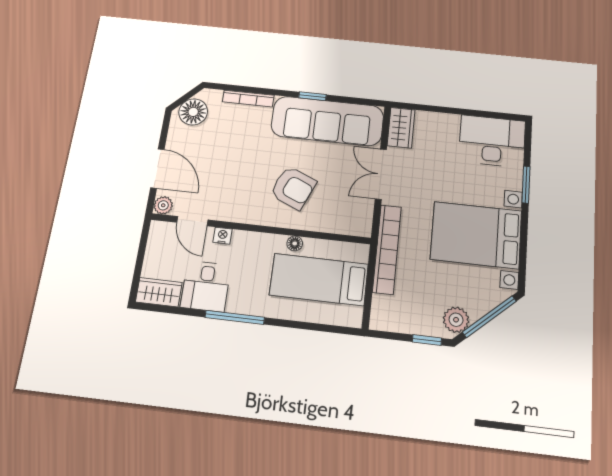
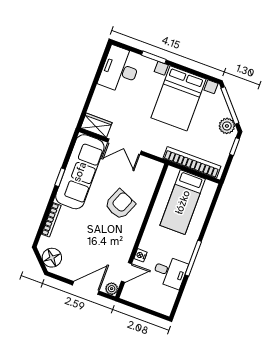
floor lamp: (295, 243) -> (156, 212), removed
bookcase: (387, 249) -> (192, 162), moved
wardrobe: (159, 292) -> (167, 301), removed

